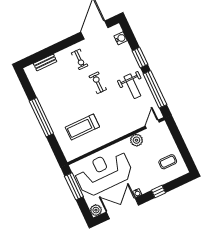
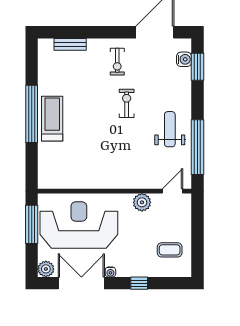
window: (140, 58) -> (197, 67), moved
weight bench: (132, 86) -> (170, 129), turned 180
treadmill: (82, 127) -> (52, 119), moved, turned 90

